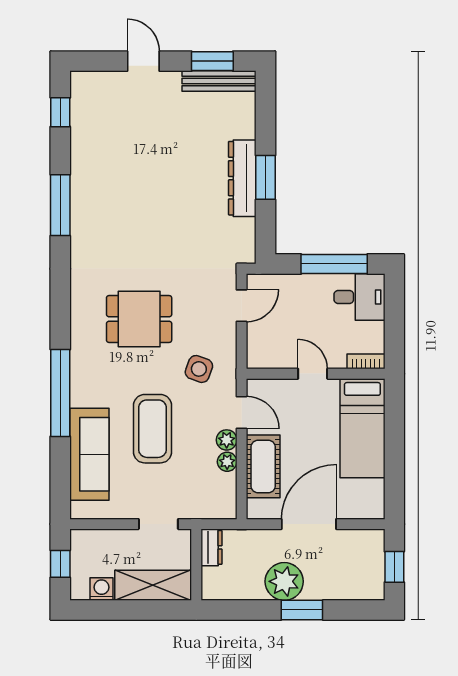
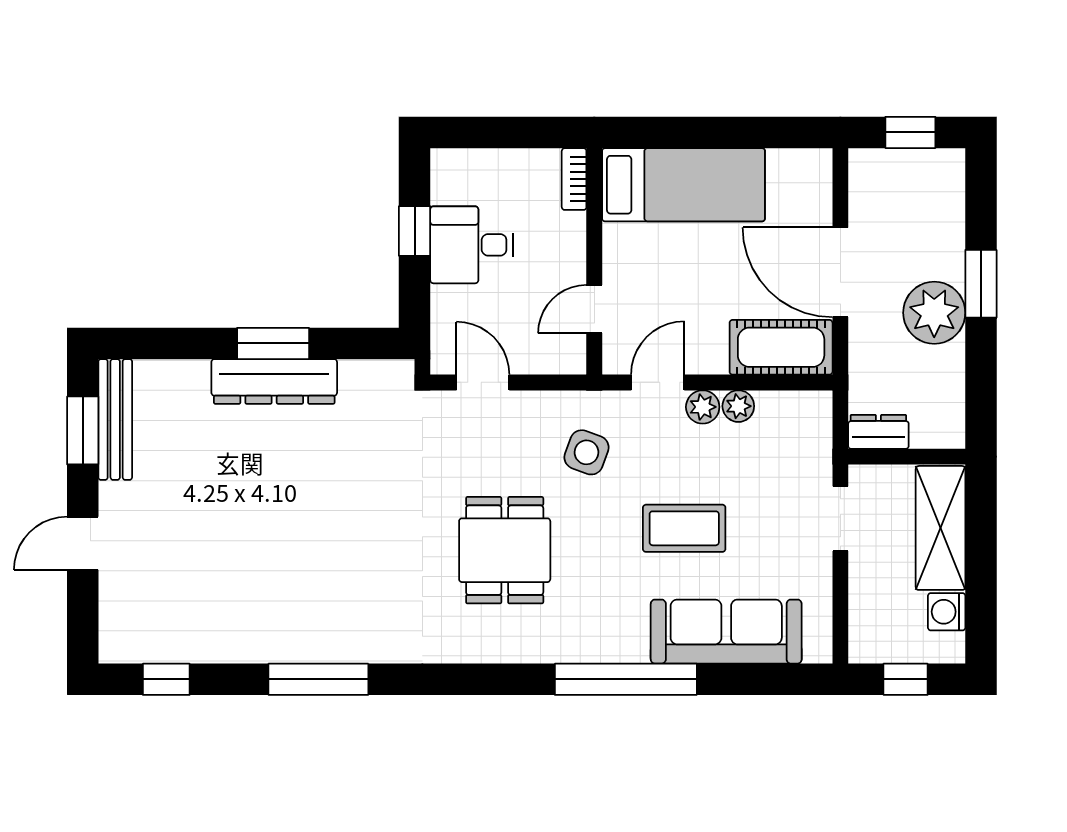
window: (334, 264) -> (415, 231), width x0.46
desk: (359, 297) -> (472, 245), moved, turned -90
door: (313, 374) -> (594, 309), moved
coffee table: (153, 429) -> (684, 528), width x0.73, depth x0.76
cot: (263, 466) -> (781, 347), moved

